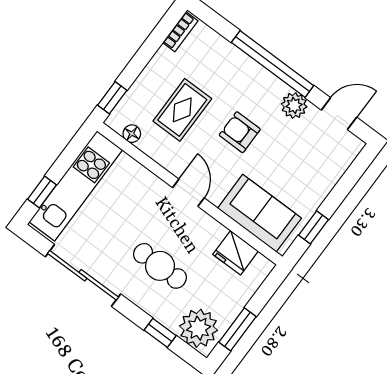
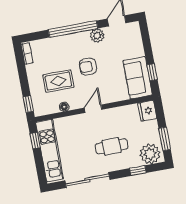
rug: (182, 110) -> (58, 81), turned 90
floor lamp: (132, 134) -> (64, 107), moved
window: (42, 192) -> (35, 141), moved
door: (188, 193) -> (93, 109), hinge flipped
sofa: (259, 213) -> (138, 78), moved, turned -90
fridge: (236, 253) -> (147, 111), moved, turned 90

